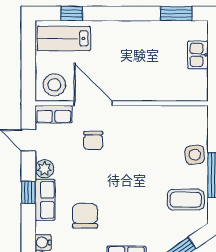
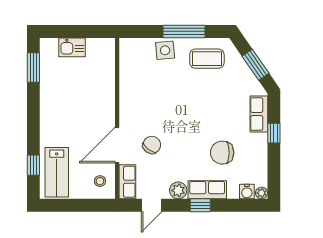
stool: (54, 85) -> (100, 181), width x0.53, depth x0.53
chair: (93, 140) -> (152, 145), turned -53
coffee table: (186, 200) -> (207, 59), turned 90

